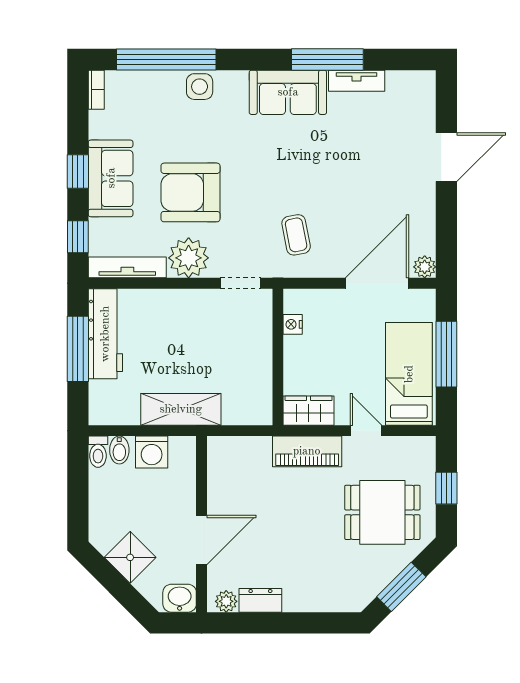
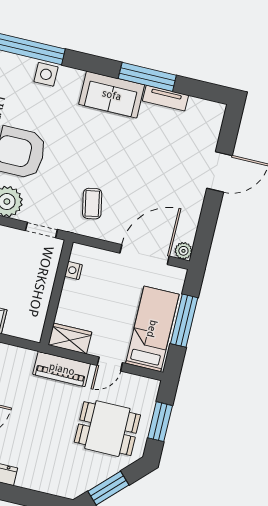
door: (366, 431) -> (110, 364), swing flipped
window: (446, 488) -> (160, 422), width x1.50

